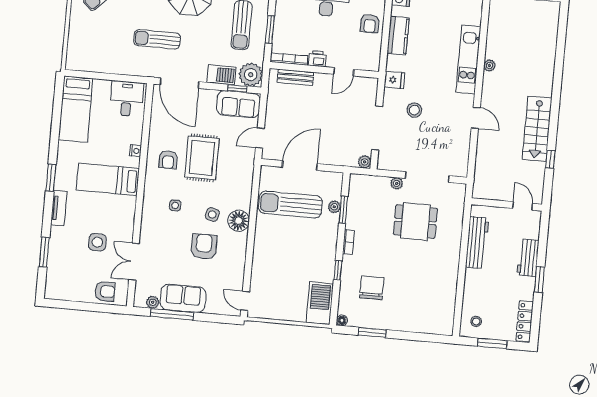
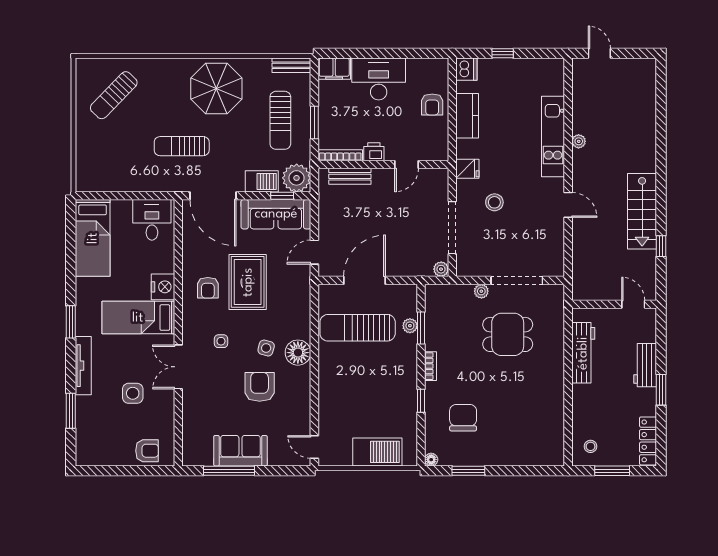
sofa: (238, 104) -> (276, 214), width x1.36
nightstand: (136, 151) -> (163, 287), width x1.89, depth x1.79
tv unit: (59, 208) -> (83, 366), width x1.41
double door: (134, 262) -> (178, 367), moved
plant: (153, 302) -> (205, 459), removed
barbecue: (320, 303) -> (377, 452), moved, turned 90

